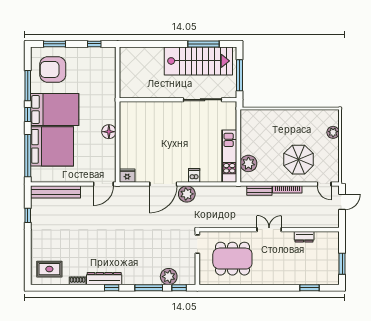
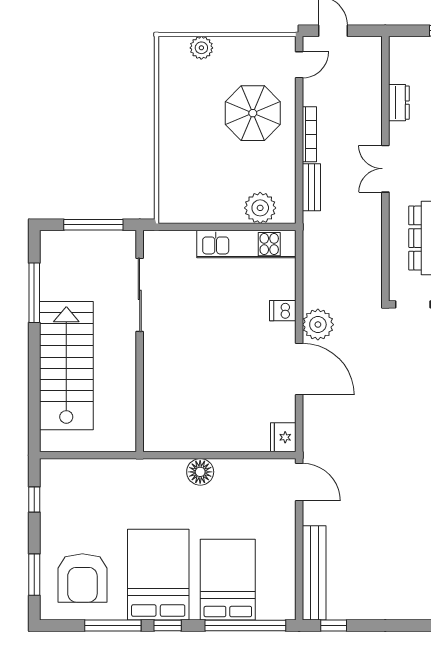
stairs: (198, 61) -> (66, 366), moved
bed: (52, 146) -> (228, 580), width x0.73
window: (28, 215) -> (334, 625), moved

